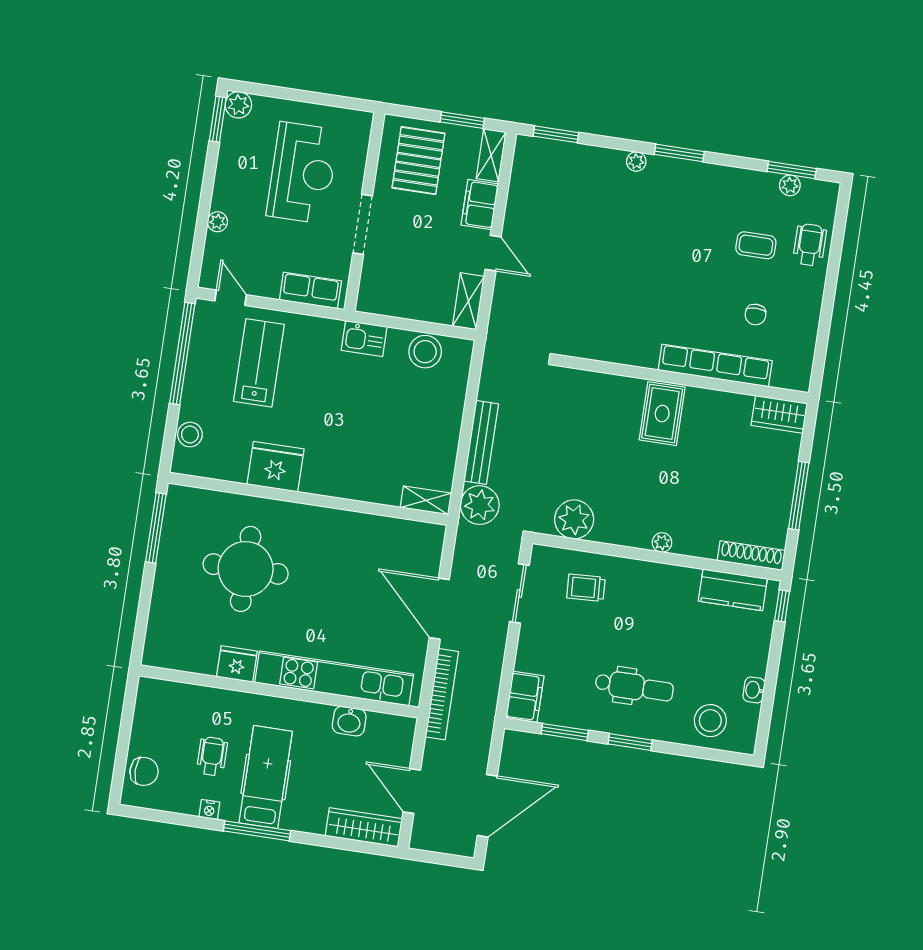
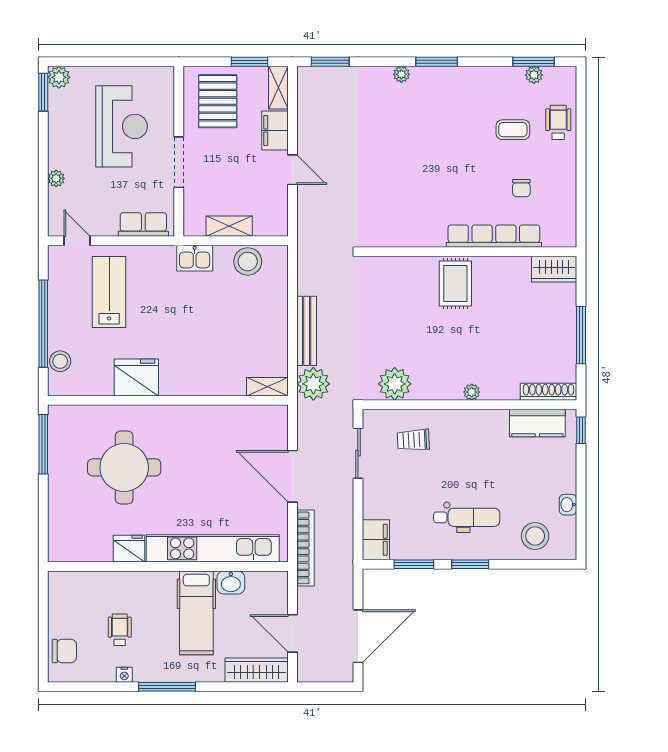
shelving: (468, 301) -> (229, 226), moved, turned 90
window: (182, 353) -> (43, 324), moved
hospital bed: (266, 777) -> (196, 613), moved, turned 180

